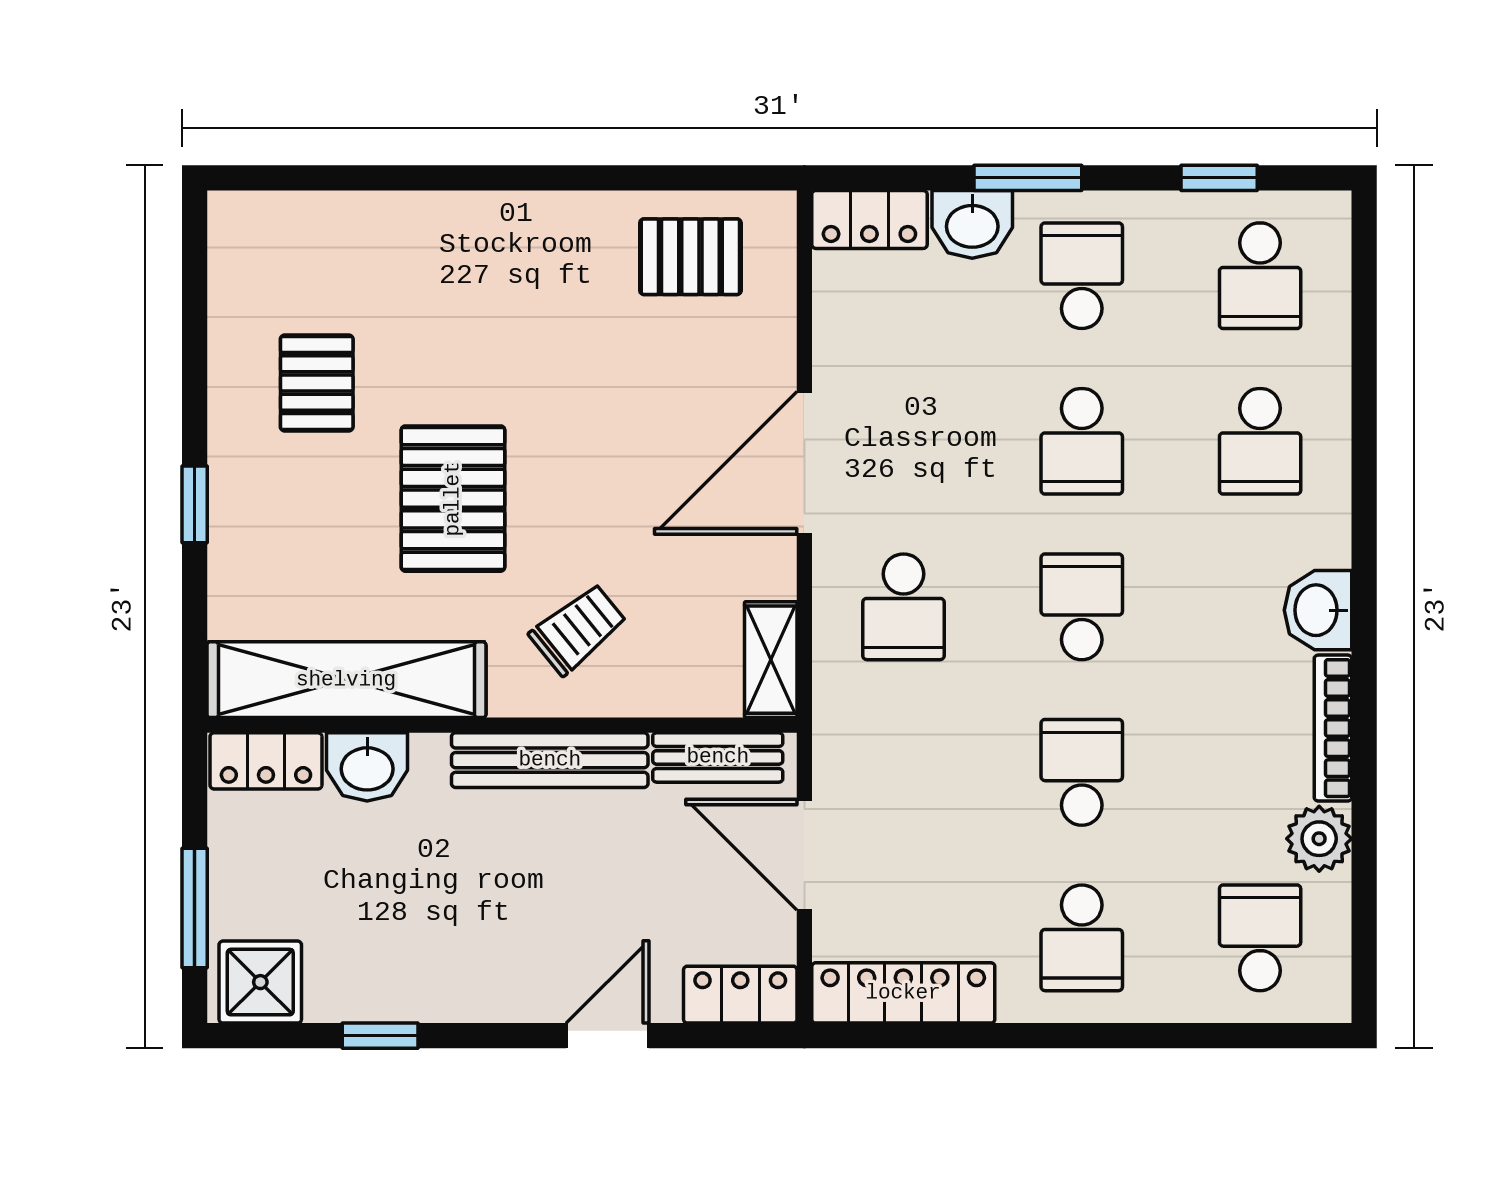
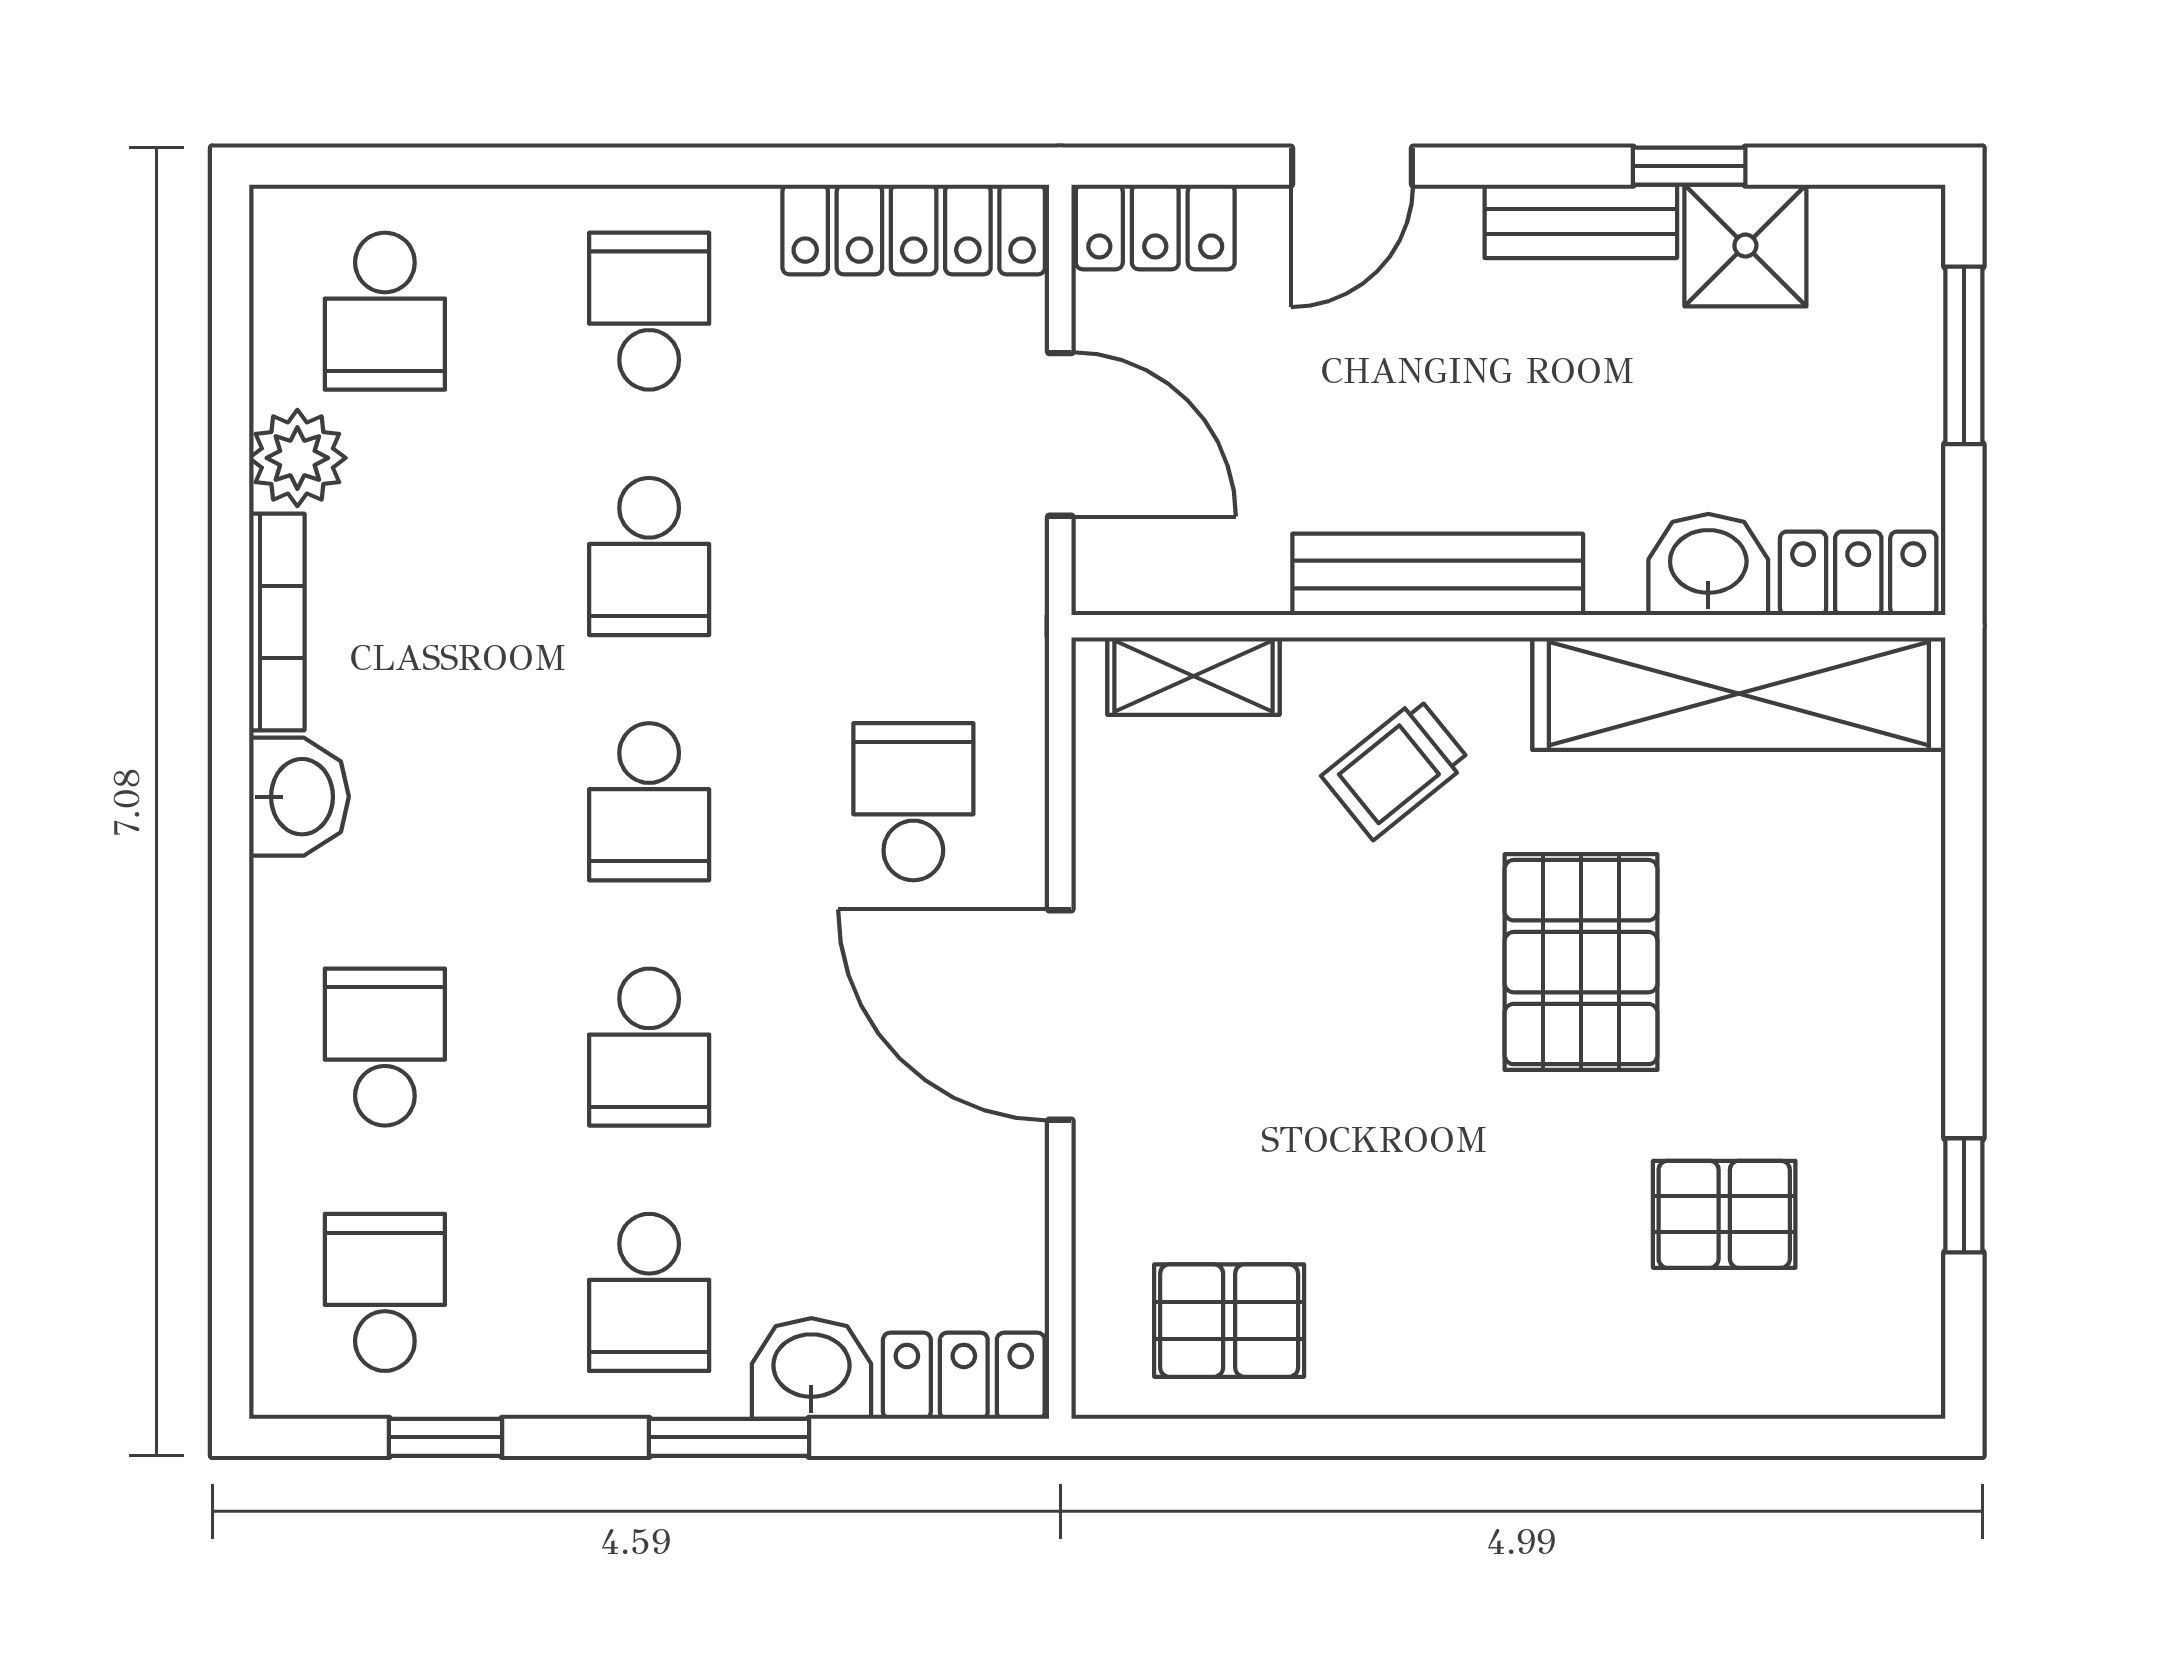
pallet: (317, 383) -> (1724, 1214), moved, turned 90
school desk: (1082, 441) -> (649, 1047), turned 180
door: (804, 463) -> (1060, 1015), swing flipped
window: (195, 504) -> (1964, 1195), moved
shelving: (771, 660) -> (1193, 676), moved, turned 90
bench: (718, 757) -> (1581, 221), moved
shower: (260, 982) -> (1745, 246), moved

